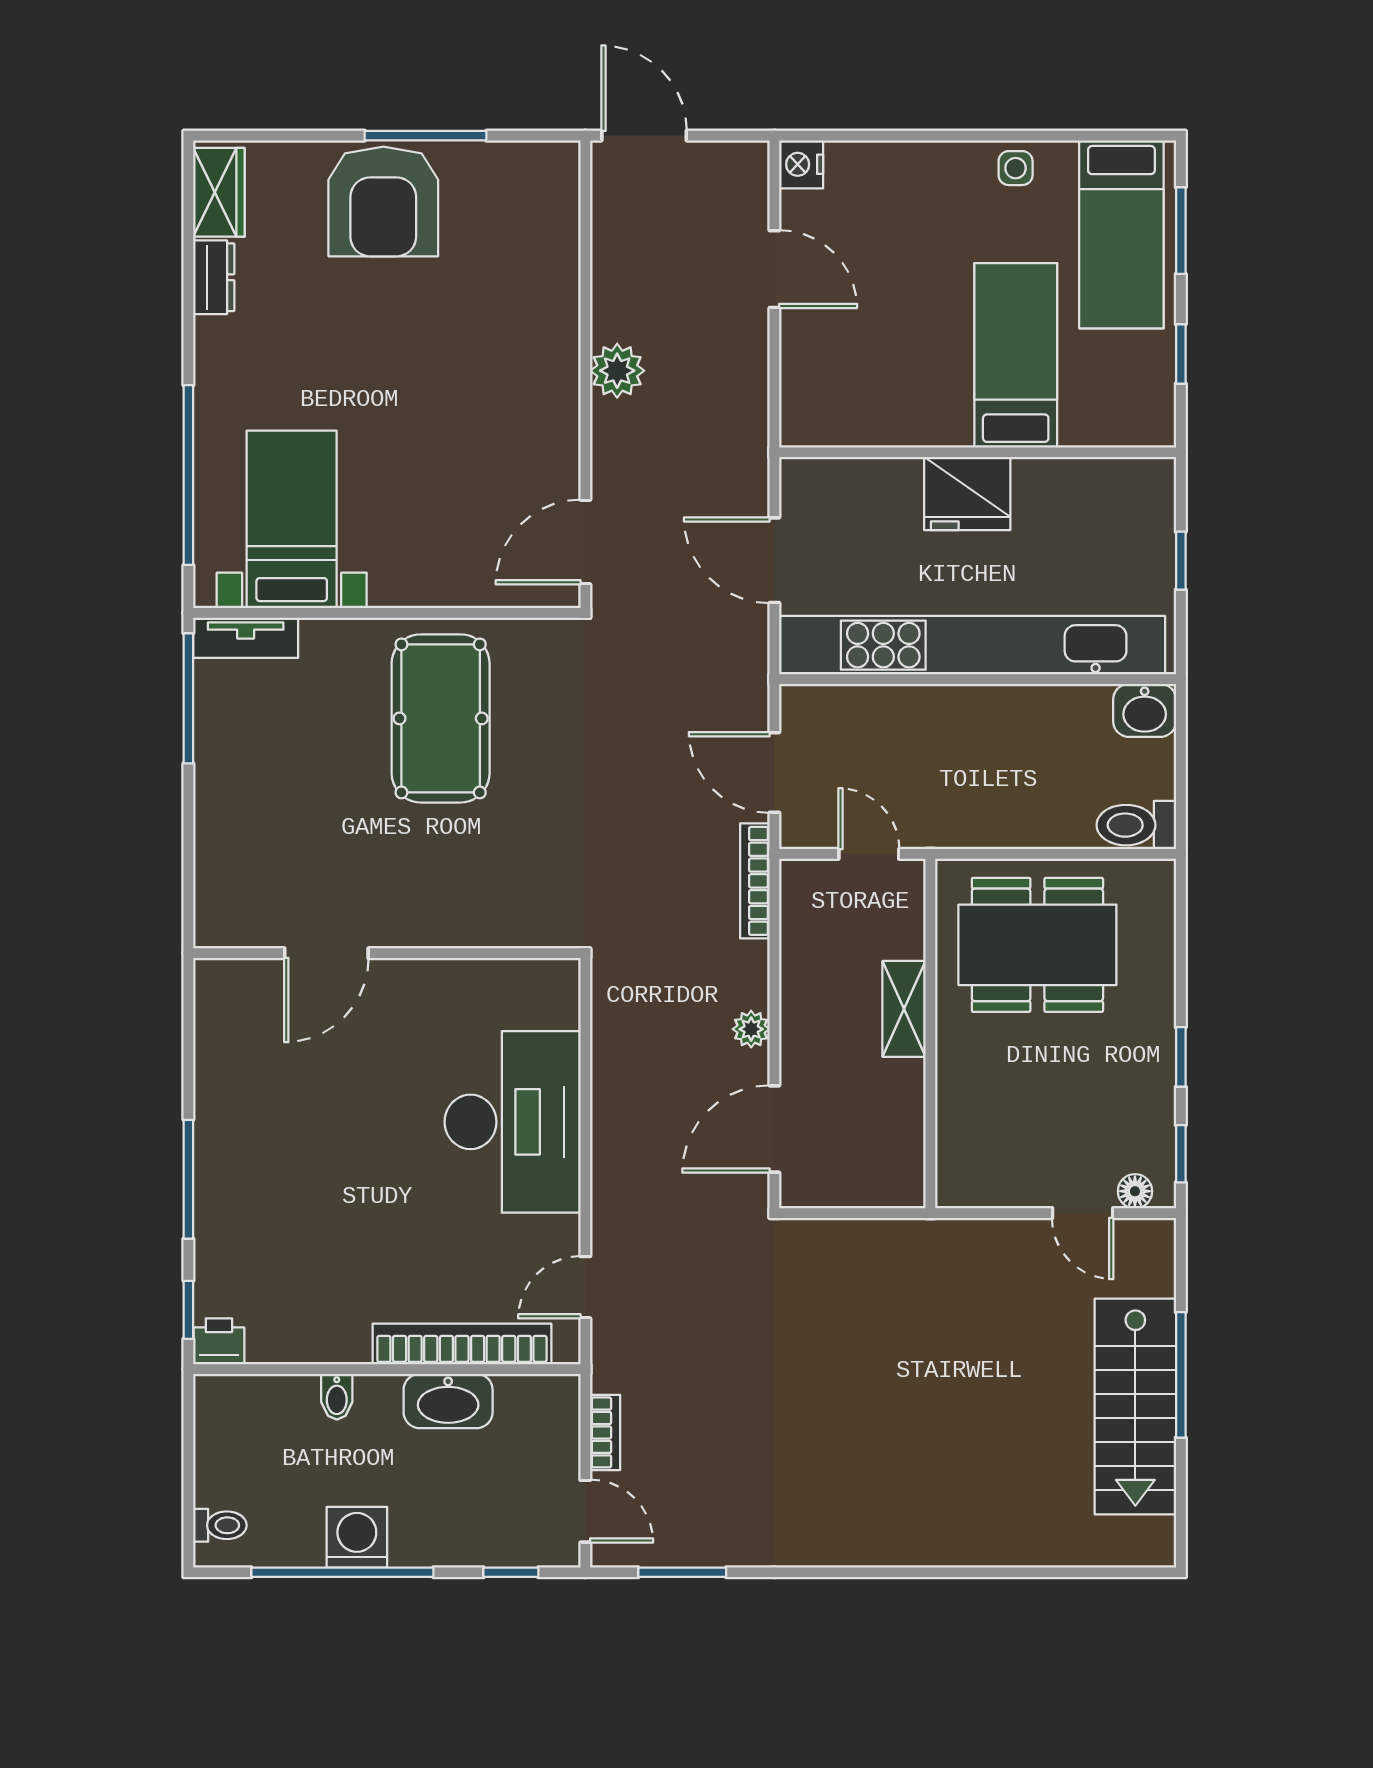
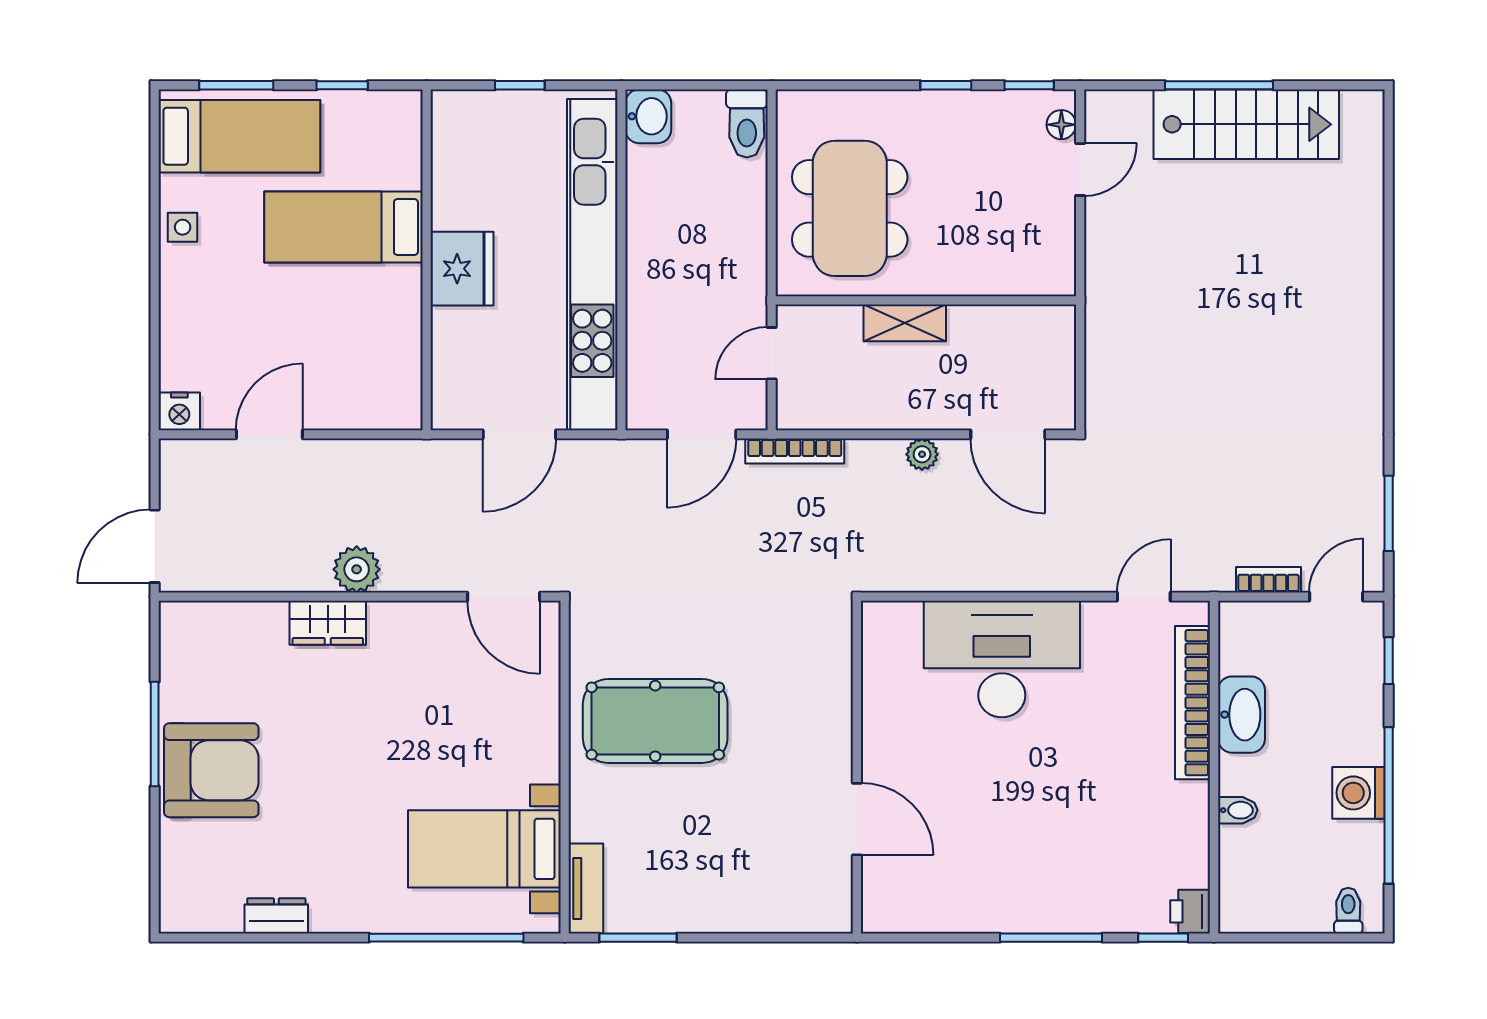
wardrobe: (219, 192) -> (328, 623), moved, turned 180
window: (188, 698) -> (638, 938), width x0.69
door: (585, 1287) -> (1144, 597), swing flipped

